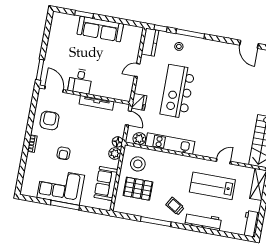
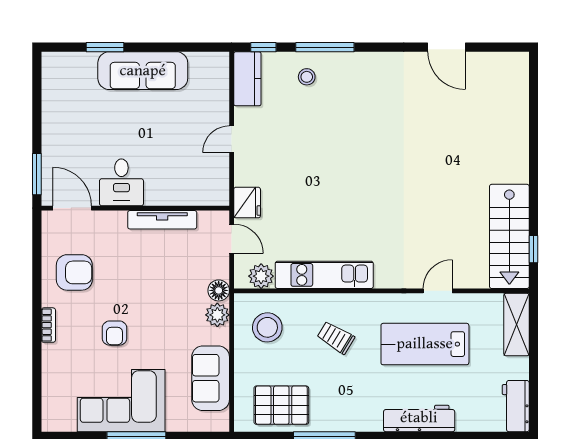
kitchen island: (178, 92) -> (320, 168), removed
armchair: (49, 120) -> (74, 272), turned 90
pallet: (138, 189) -> (281, 405), moved
trolley: (175, 206) -> (336, 338), moved

